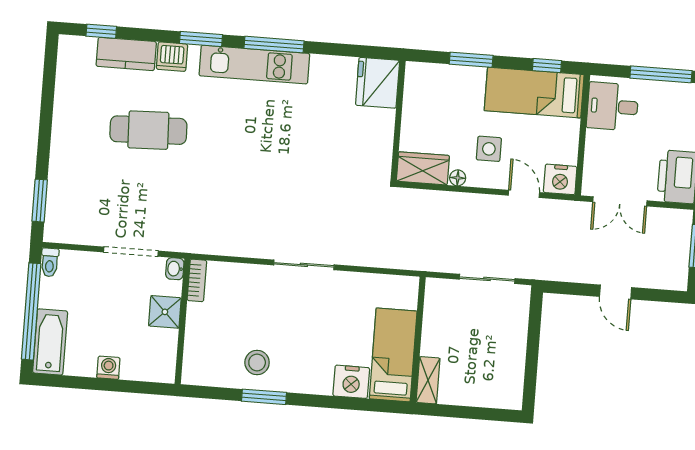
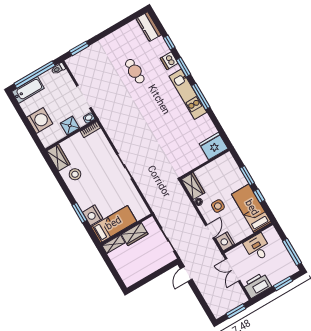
window: (101, 31) -> (169, 42), moved
kitchen counter: (126, 54) -> (149, 27), moved
window: (547, 66) -> (259, 196), moved
desk: (613, 106) -> (257, 247), moved
cafe table: (148, 130) -> (135, 71), width x0.73, depth x0.74
door: (616, 292) -> (186, 274), moved
wardrobe: (436, 331) -> (135, 234), added
washing machine: (108, 368) -> (40, 121), width x1.89, depth x1.89
wardrobe: (207, 371) -> (58, 158), added
window: (264, 397) -> (79, 213), moved

